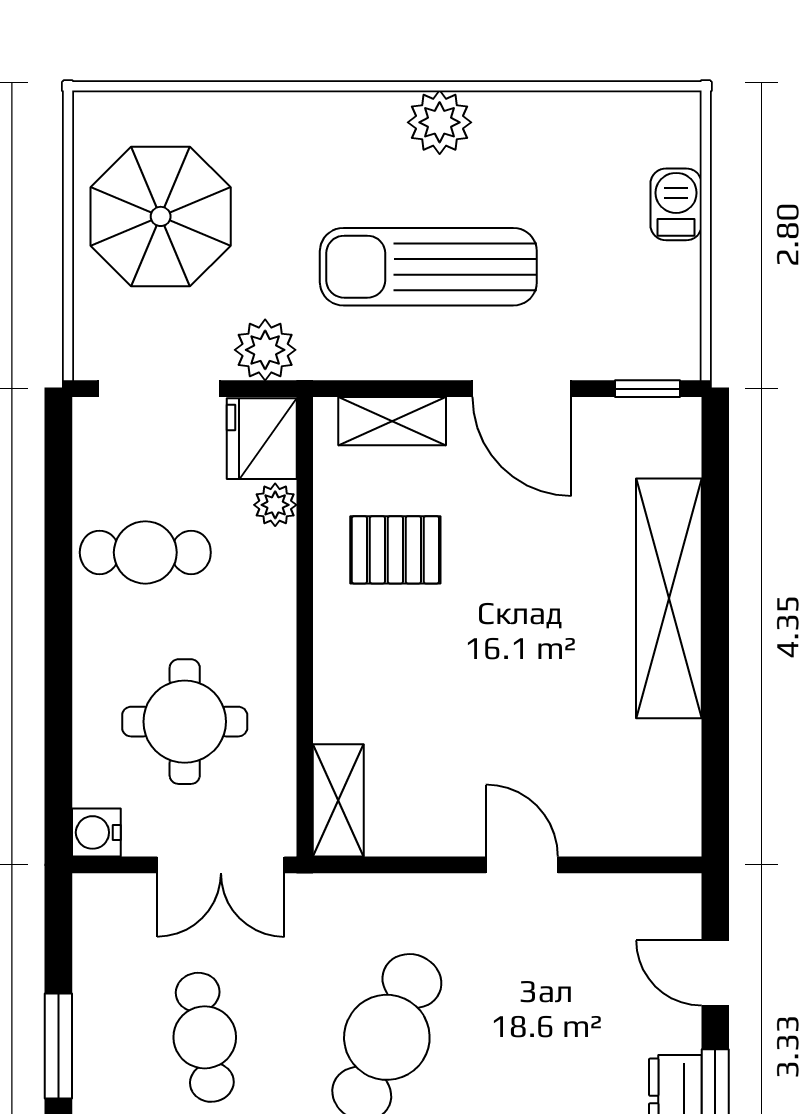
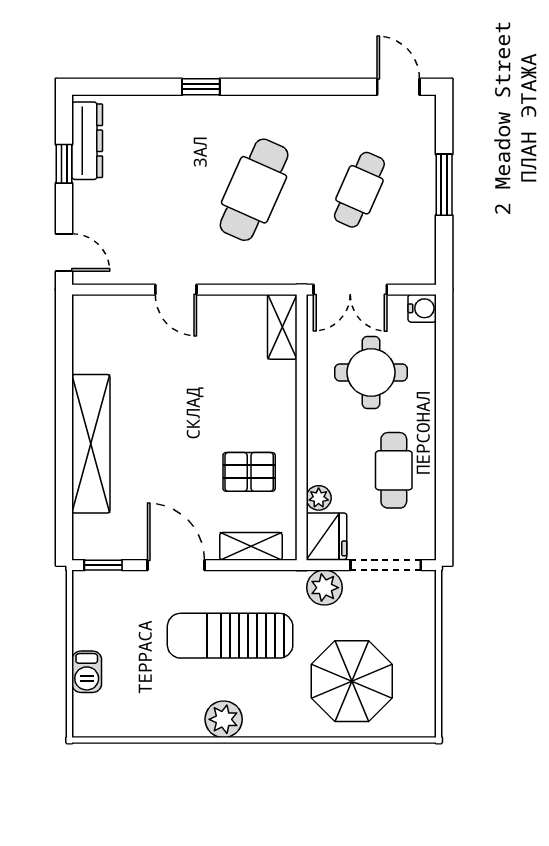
parasol: (161, 216) -> (352, 681), moved
sun lounger: (428, 267) -> (230, 636), turned 180
cafe table: (145, 552) -> (394, 470), turned 90
double door: (221, 865) -> (350, 290), swing flipped
door: (715, 973) -> (64, 252), moved
cafe table: (205, 1037) -> (359, 190), turned 33

